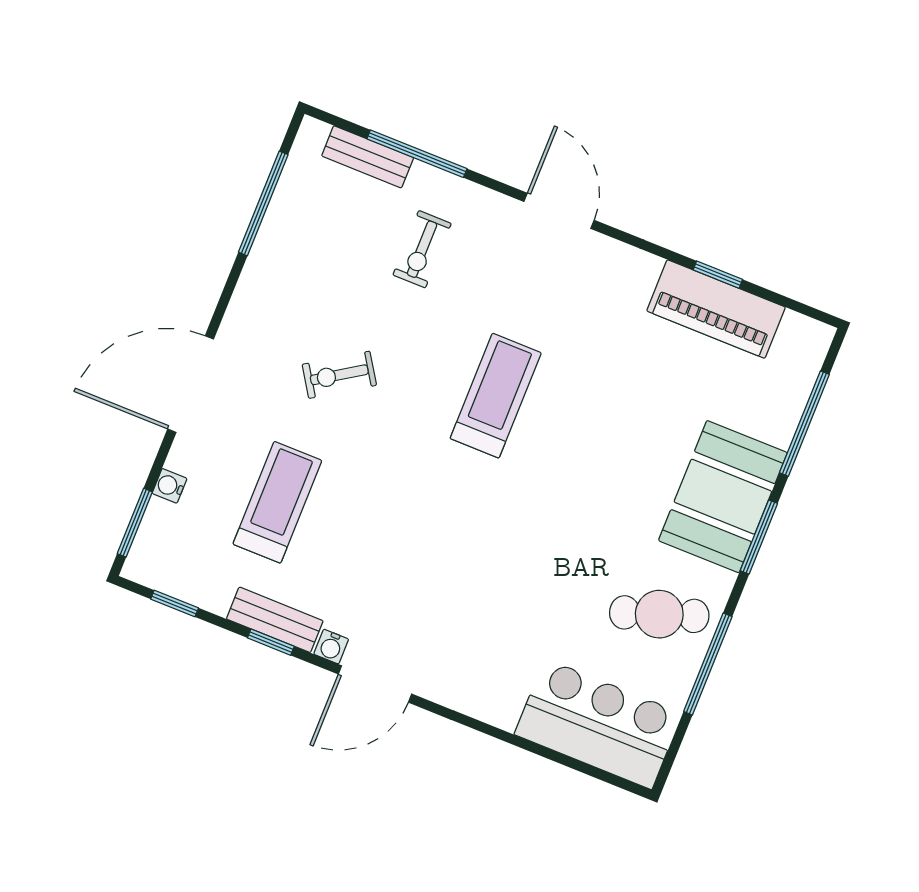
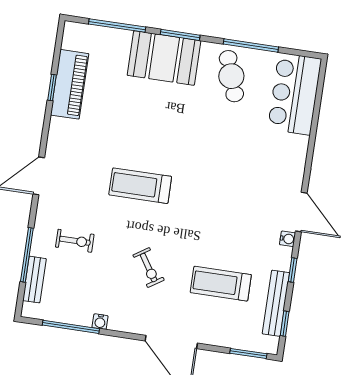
water cooler: (170, 486) -> (100, 322), moved
bench: (275, 620) -> (276, 303), moved, width x1.36

